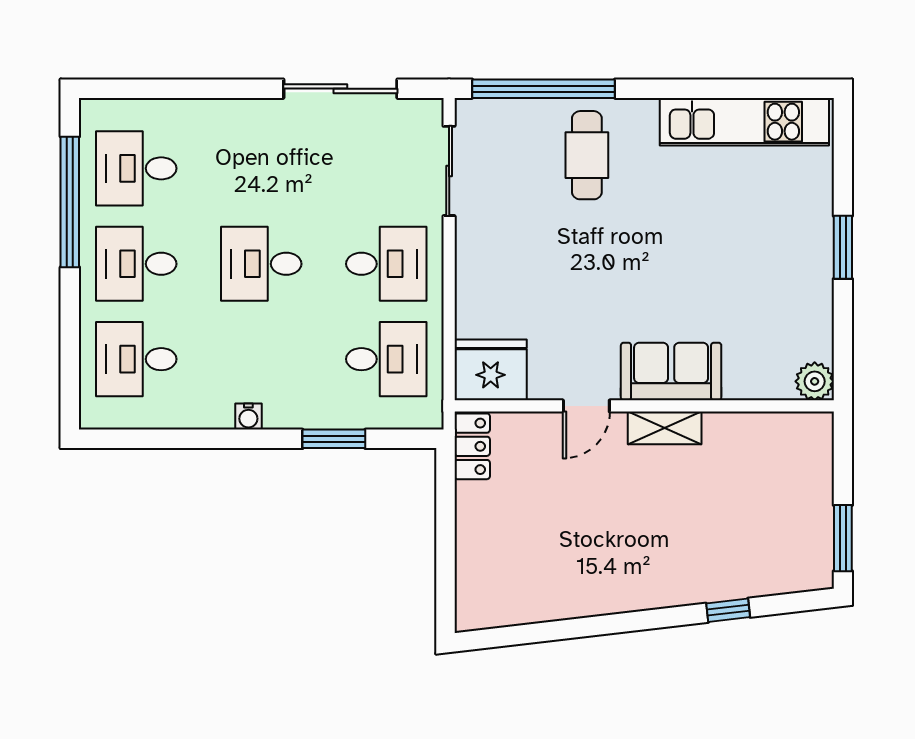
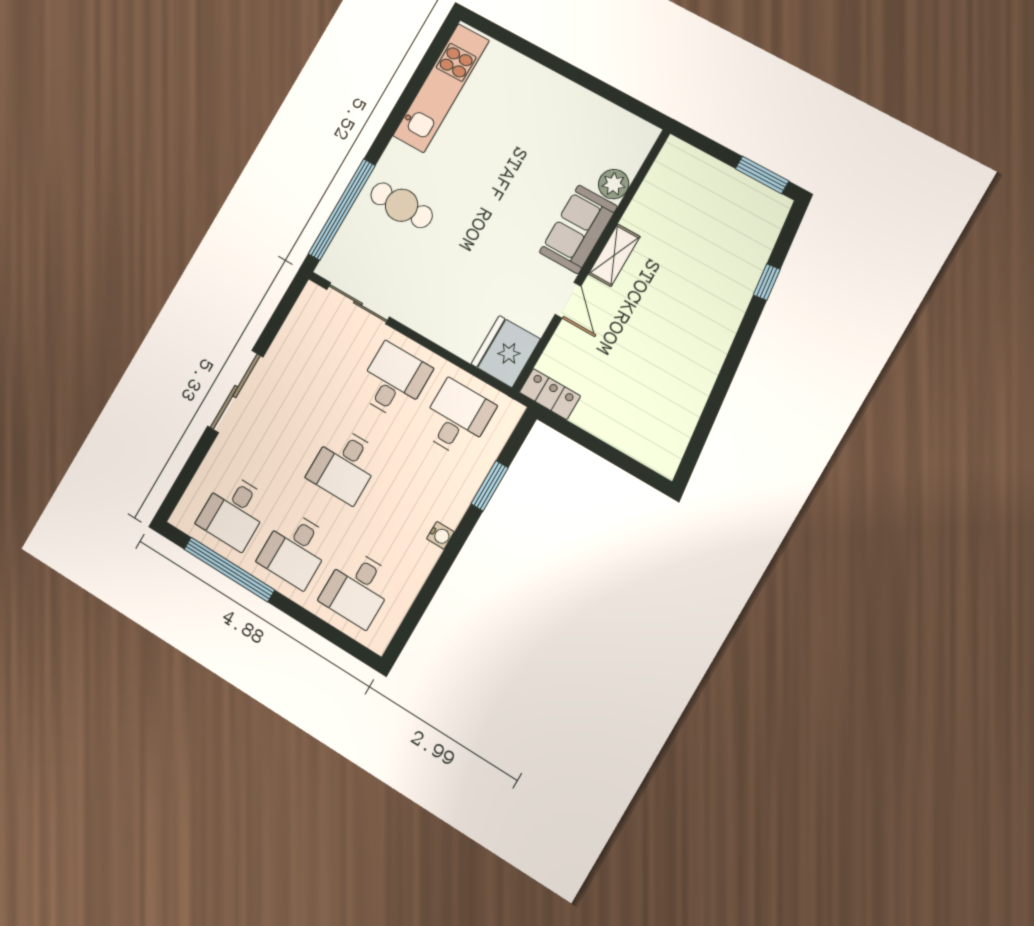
sliding door: (340, 89) -> (235, 392), moved
window: (843, 247) -> (562, 68), removed
plant: (815, 381) -> (614, 184), moved

